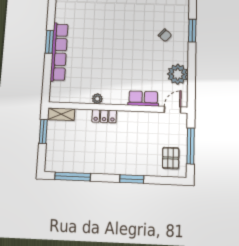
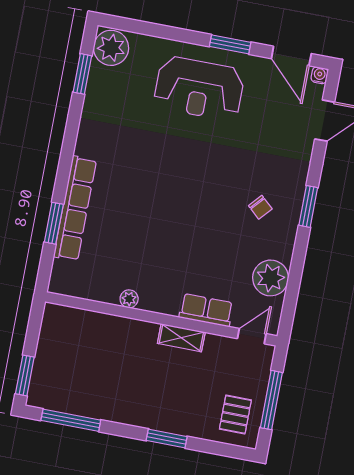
window: (49, 42) -> (54, 223), moved
shelving: (61, 114) -> (181, 338), moved
locker: (104, 116) -> (136, 330), removed
window: (43, 131) -> (25, 375), moved

